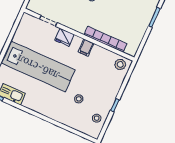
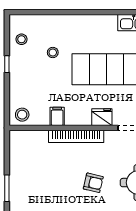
bookcase: (105, 39) -> (76, 136), moved
filing cabinet: (86, 48) -> (57, 116), moved

